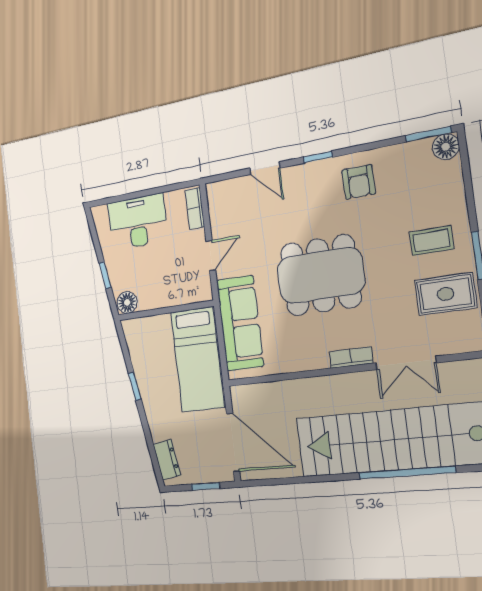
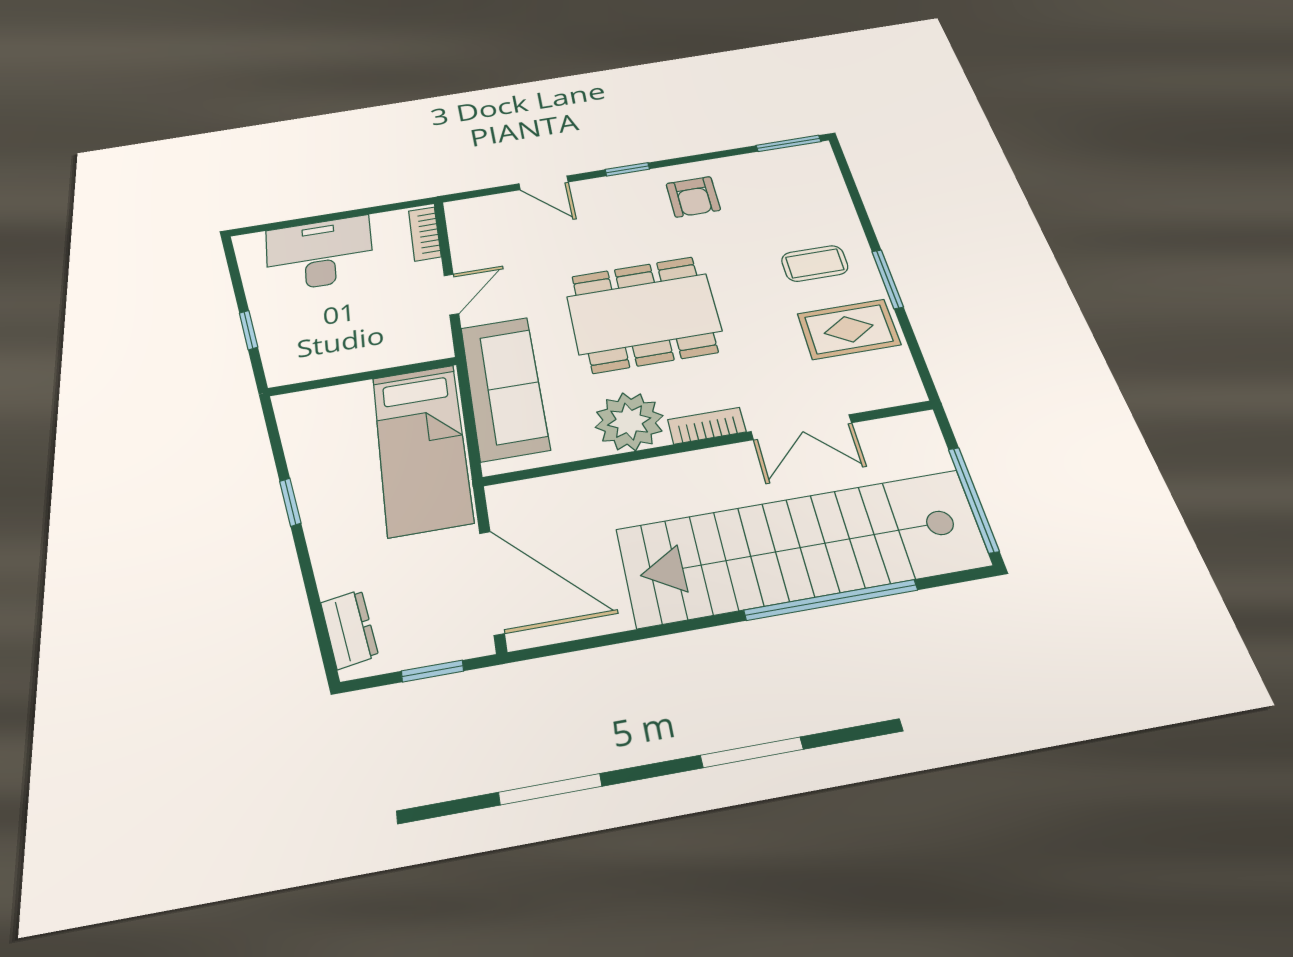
floor lamp: (446, 147) -> (816, 157), removed
floor lamp: (127, 302) -> (288, 368), removed
plant: (307, 351) -> (629, 421), added

